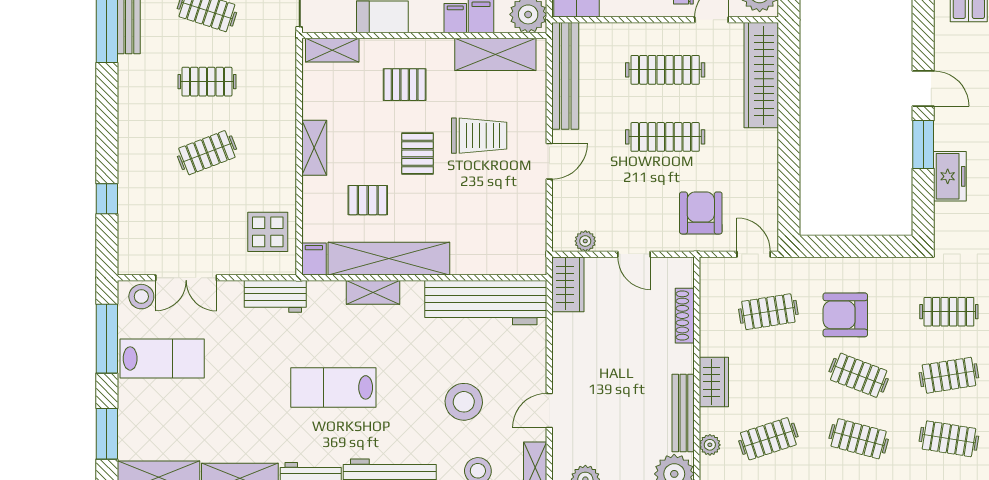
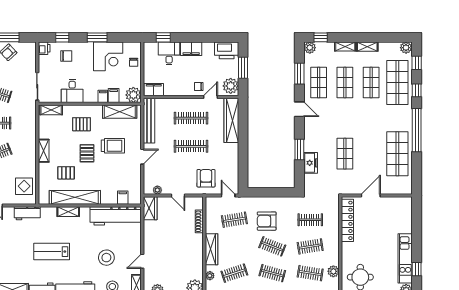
door: (923, 88) -> (299, 109), moved
filing cabinet: (314, 259) -> (123, 198), moved
wardrobe: (714, 382) -> (211, 249), width x1.50
bench: (683, 413) -> (199, 262), removed

